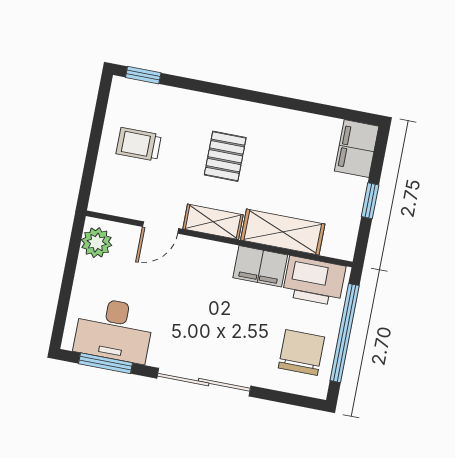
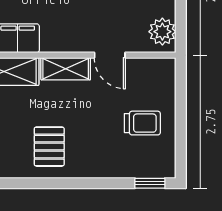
pallet: (225, 156) -> (49, 147), moved
door: (161, 228) -> (110, 55), swing flipped

